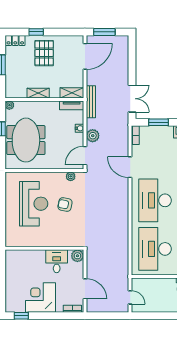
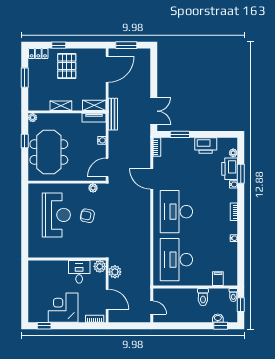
plant: (93, 136) -> (115, 272), moved

